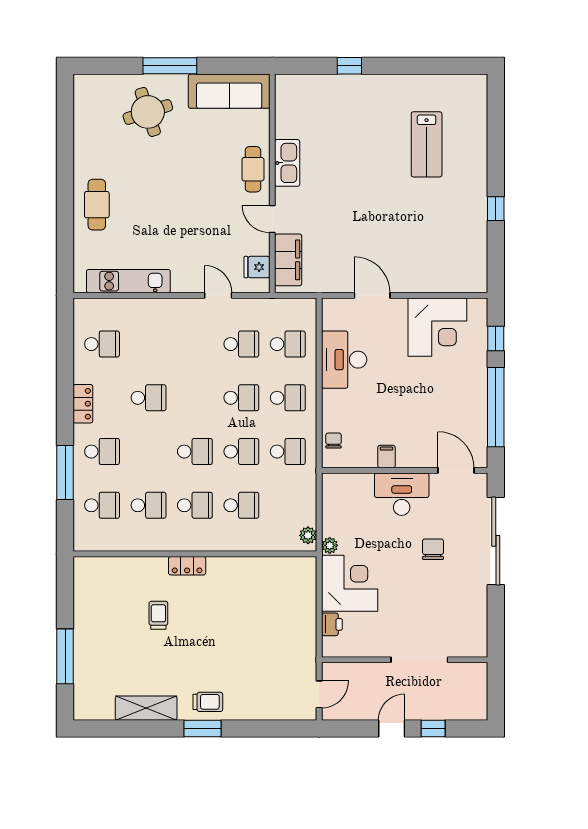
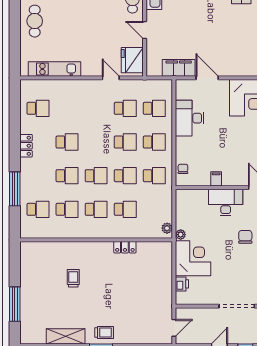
filing cabinet: (288, 260) -> (179, 68), moved, turned -90
fridge: (257, 267) -> (132, 60), width x1.88, depth x1.34
school desk: (102, 452) -> (67, 176), moved
locker: (187, 566) -> (125, 247), moved

